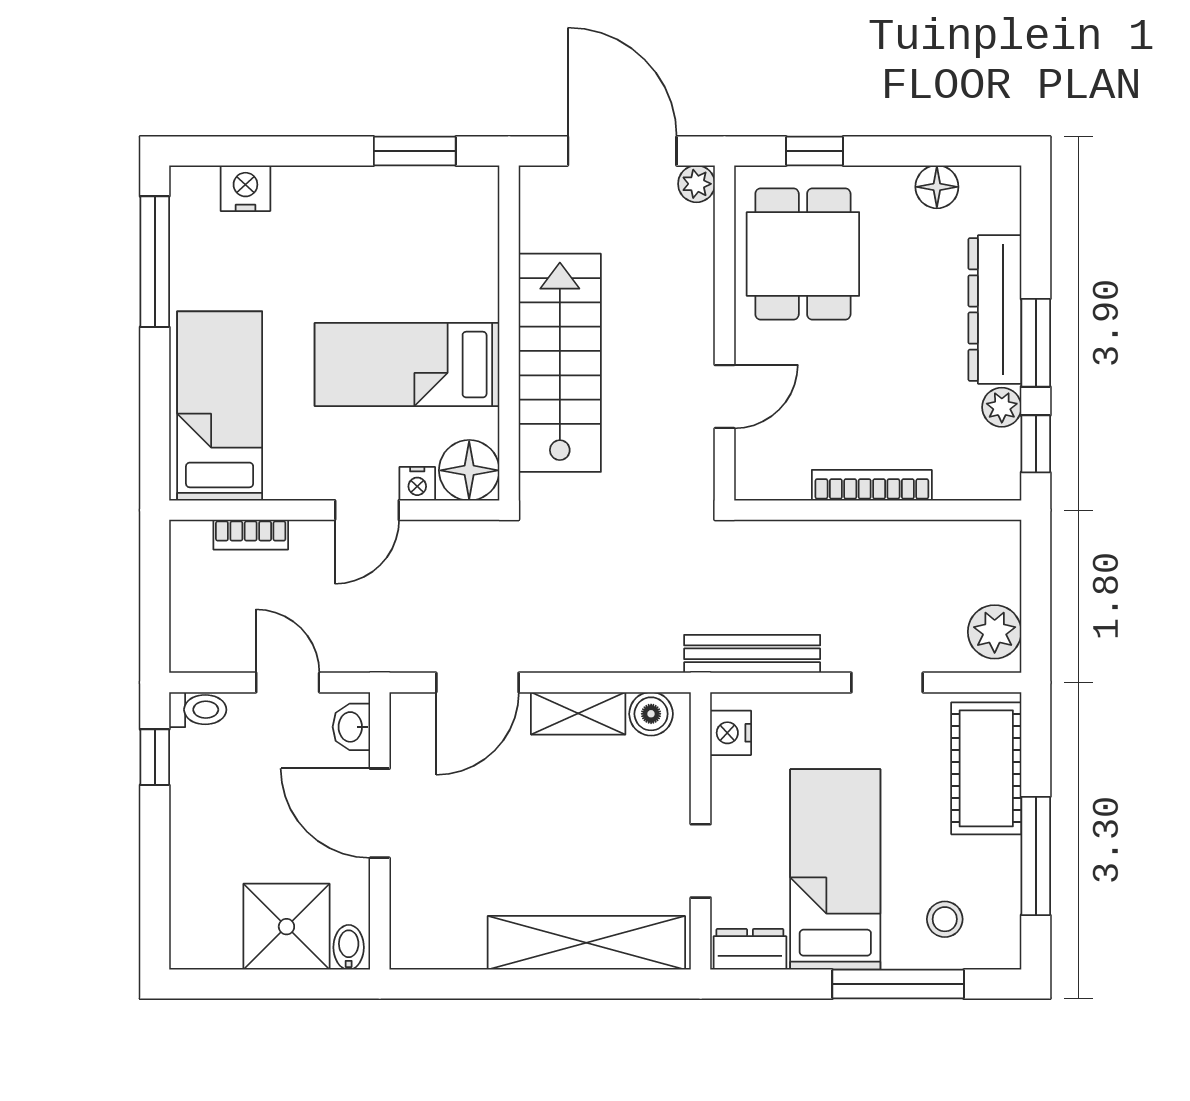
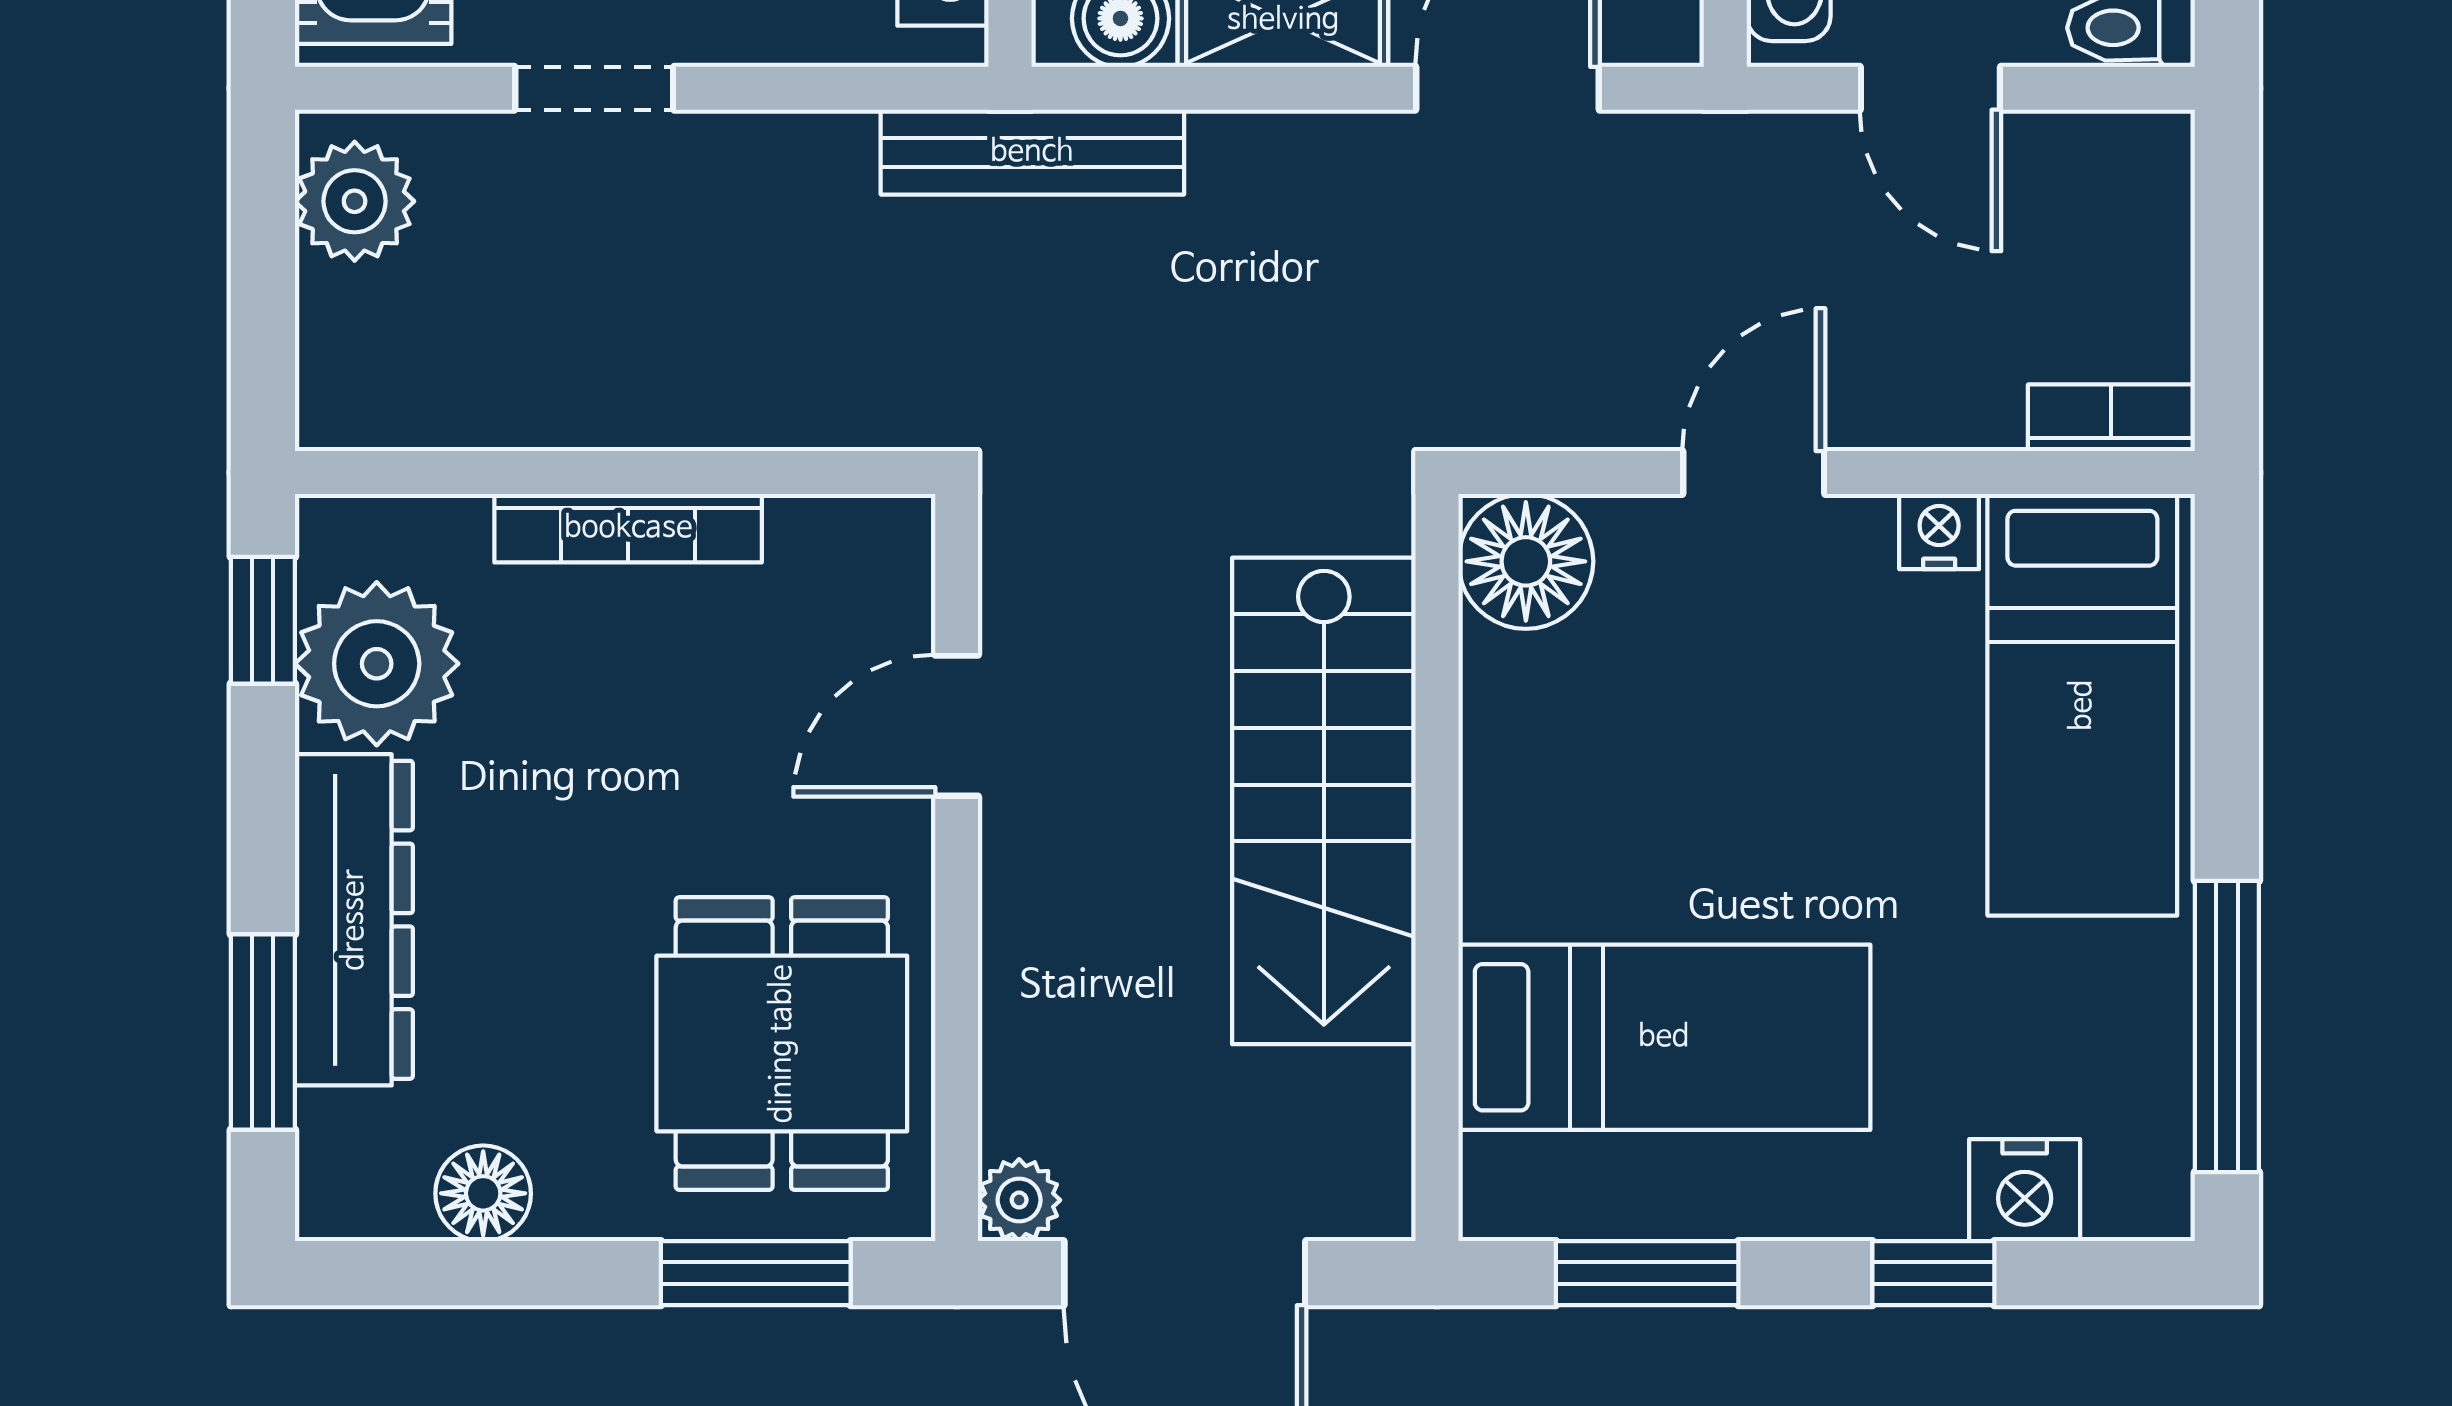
window: (286, 151) -> (1933, 1273), added
window: (815, 151) -> (756, 1273), width x1.50
window: (1036, 343) -> (263, 1032), moved
bed: (407, 365) -> (1664, 1037), moved
plant: (1002, 407) -> (377, 664), width x1.87, depth x1.87
nightstand: (417, 484) -> (1939, 532), moved
bookcase: (251, 535) -> (2111, 418), moved
bench: (752, 654) -> (1032, 152), moved

